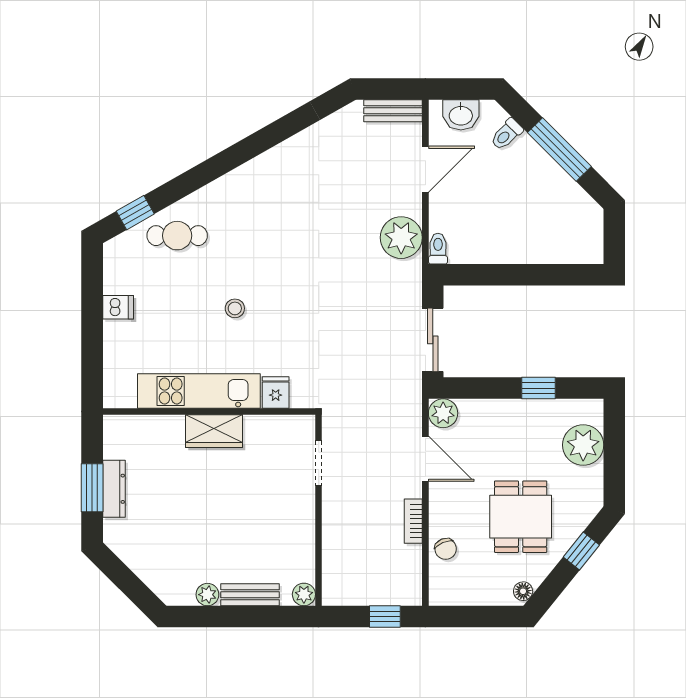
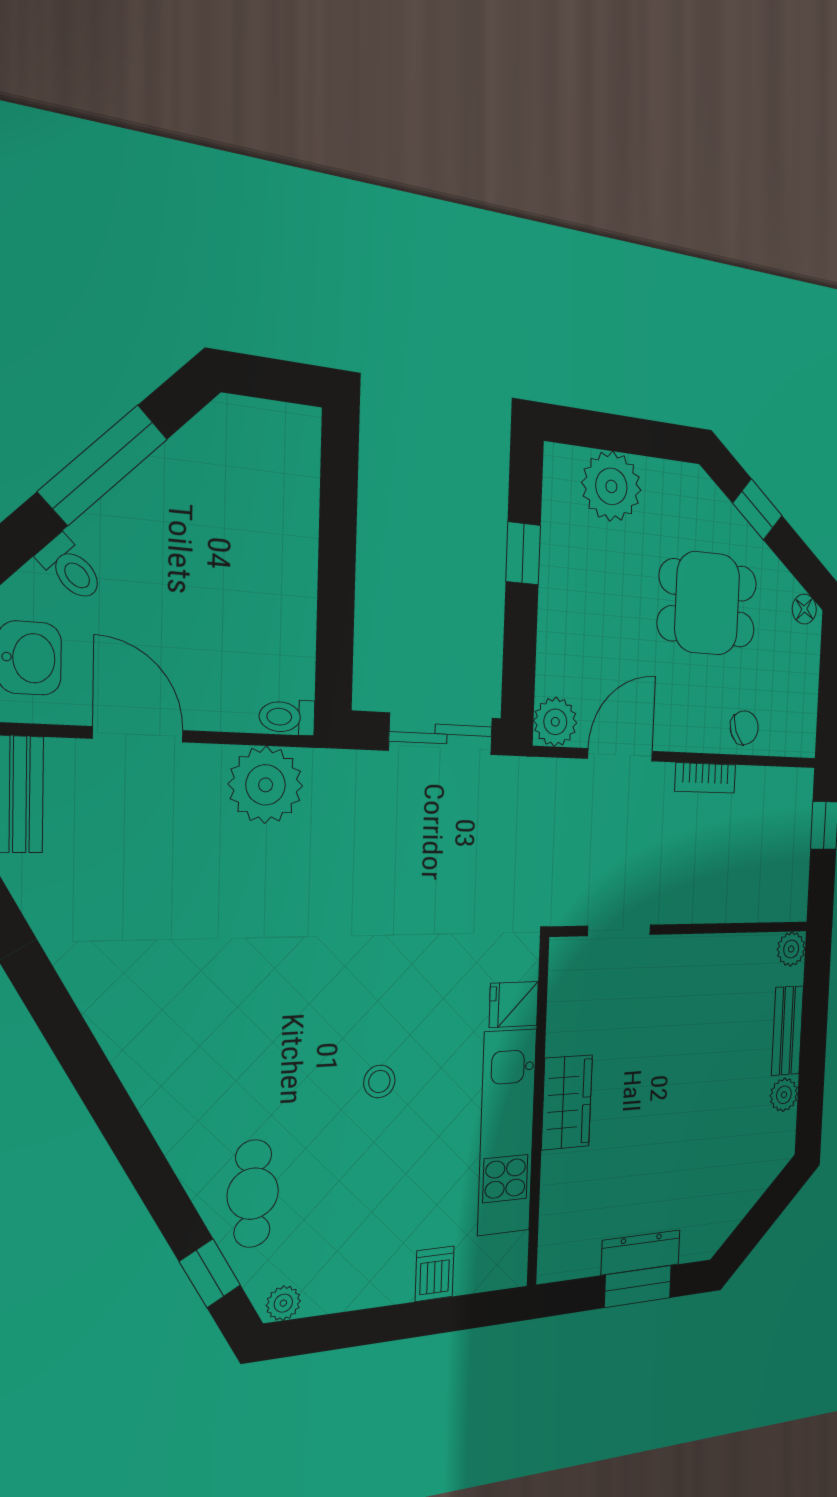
plant: (113, 255) -> (283, 1303), added
dishwasher: (118, 307) -> (435, 1274), moved

